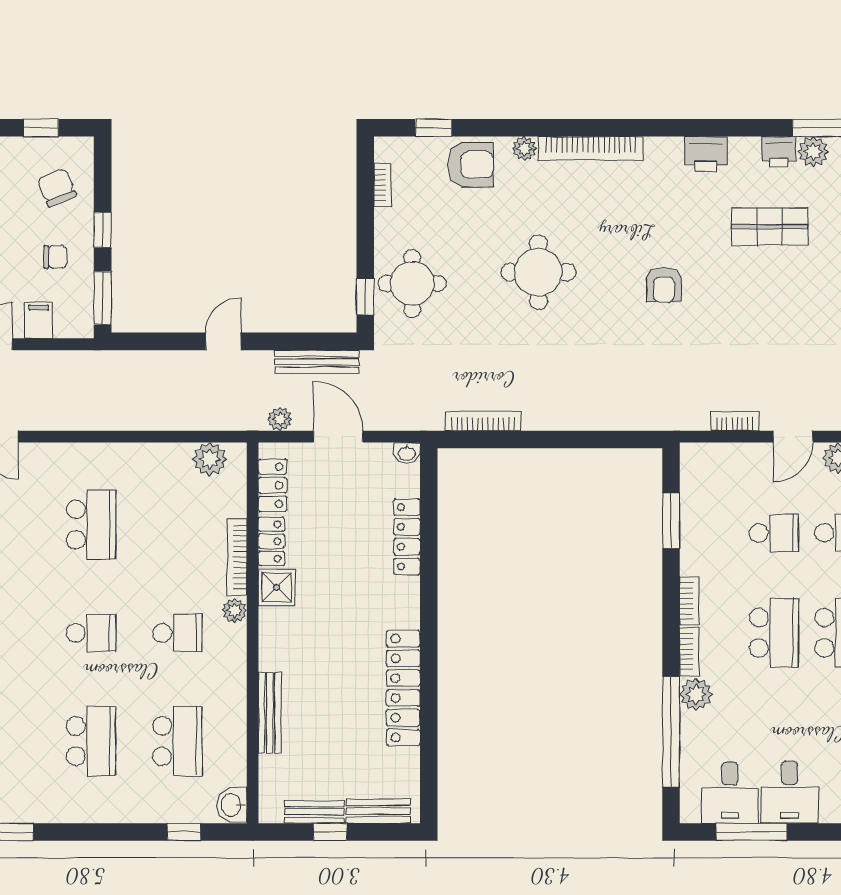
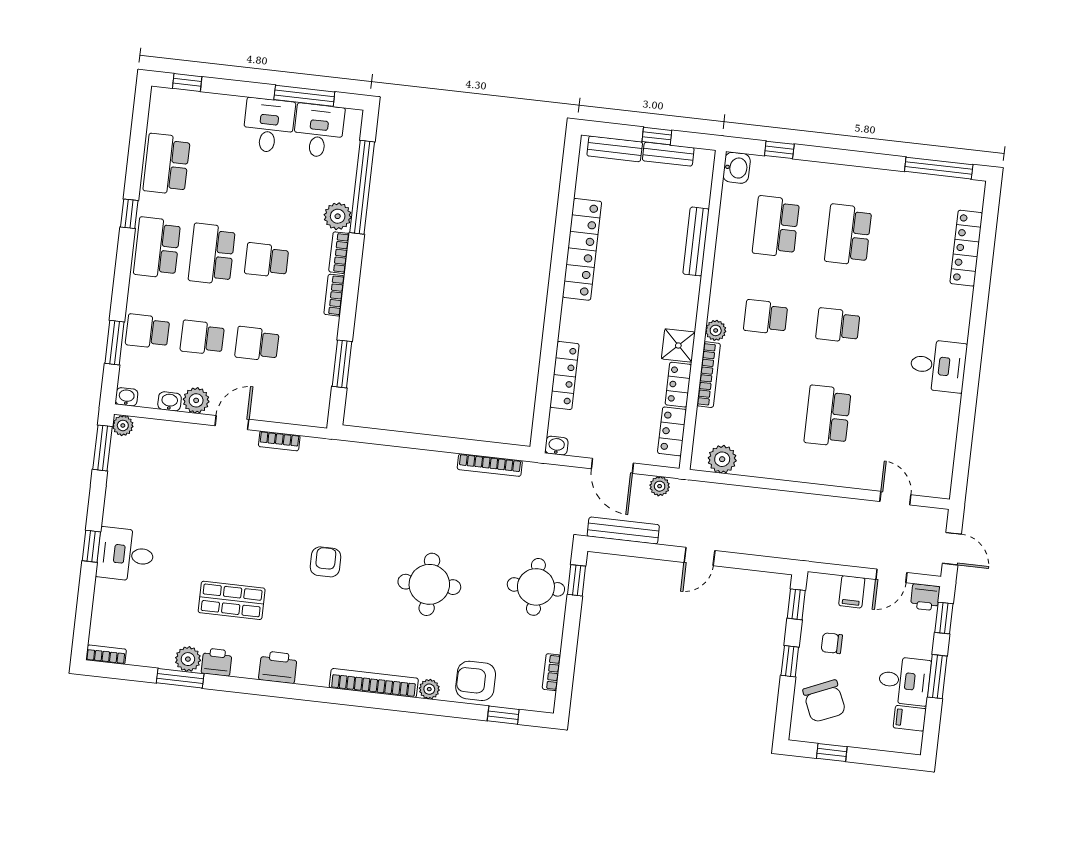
chair: (57, 187) -> (824, 701), width x1.37, depth x1.37
window: (103, 298) -> (796, 604), width x0.67
school desk: (774, 633) -> (267, 260), width x0.54

